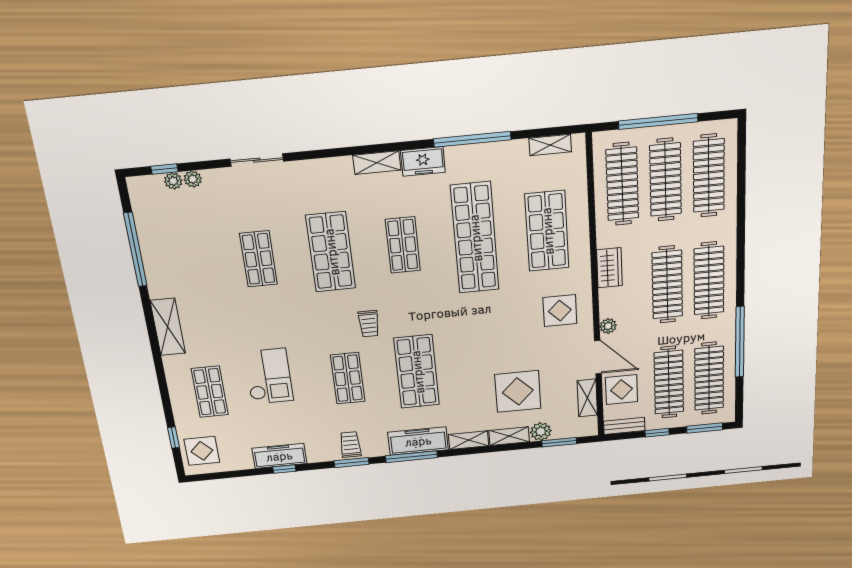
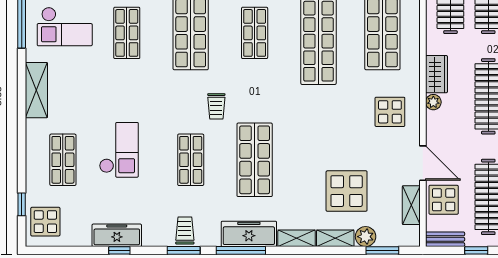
checkout: (187, 259) -> (65, 27), added
plant: (608, 326) -> (433, 102), moved

